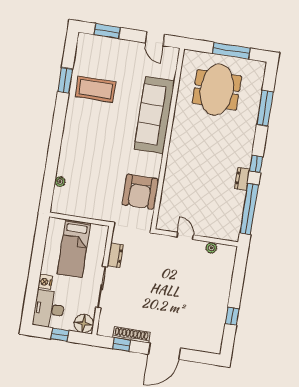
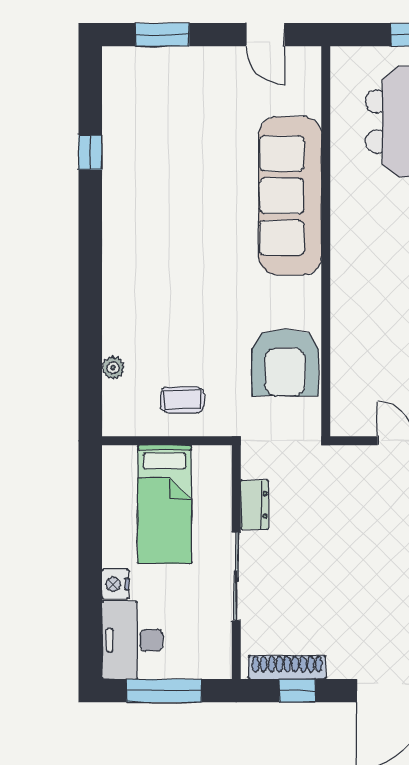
window: (65, 80) -> (90, 152), width x0.67
coffee table: (96, 89) -> (182, 400), moved, width x0.54, depth x0.58
floor lamp: (84, 324) -> (210, 659), removed
window: (60, 335) -> (164, 691), width x2.17
shoe rack: (131, 335) -> (287, 667), moved

